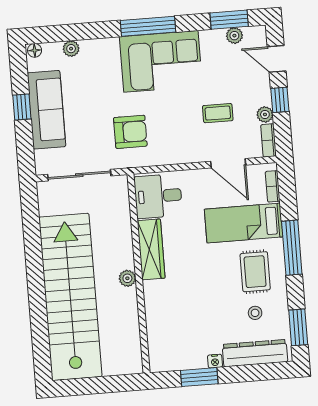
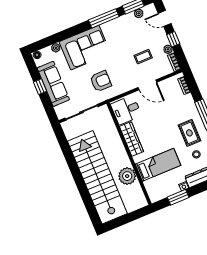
window: (148, 26) -> (104, 18), moved
corner sofa: (161, 61) -> (85, 48), moved
door: (228, 163) -> (147, 85), moved
bed: (244, 223) -> (158, 165), moved, turned 180
plant: (127, 278) -> (127, 176), moved, width x1.87, depth x1.87

